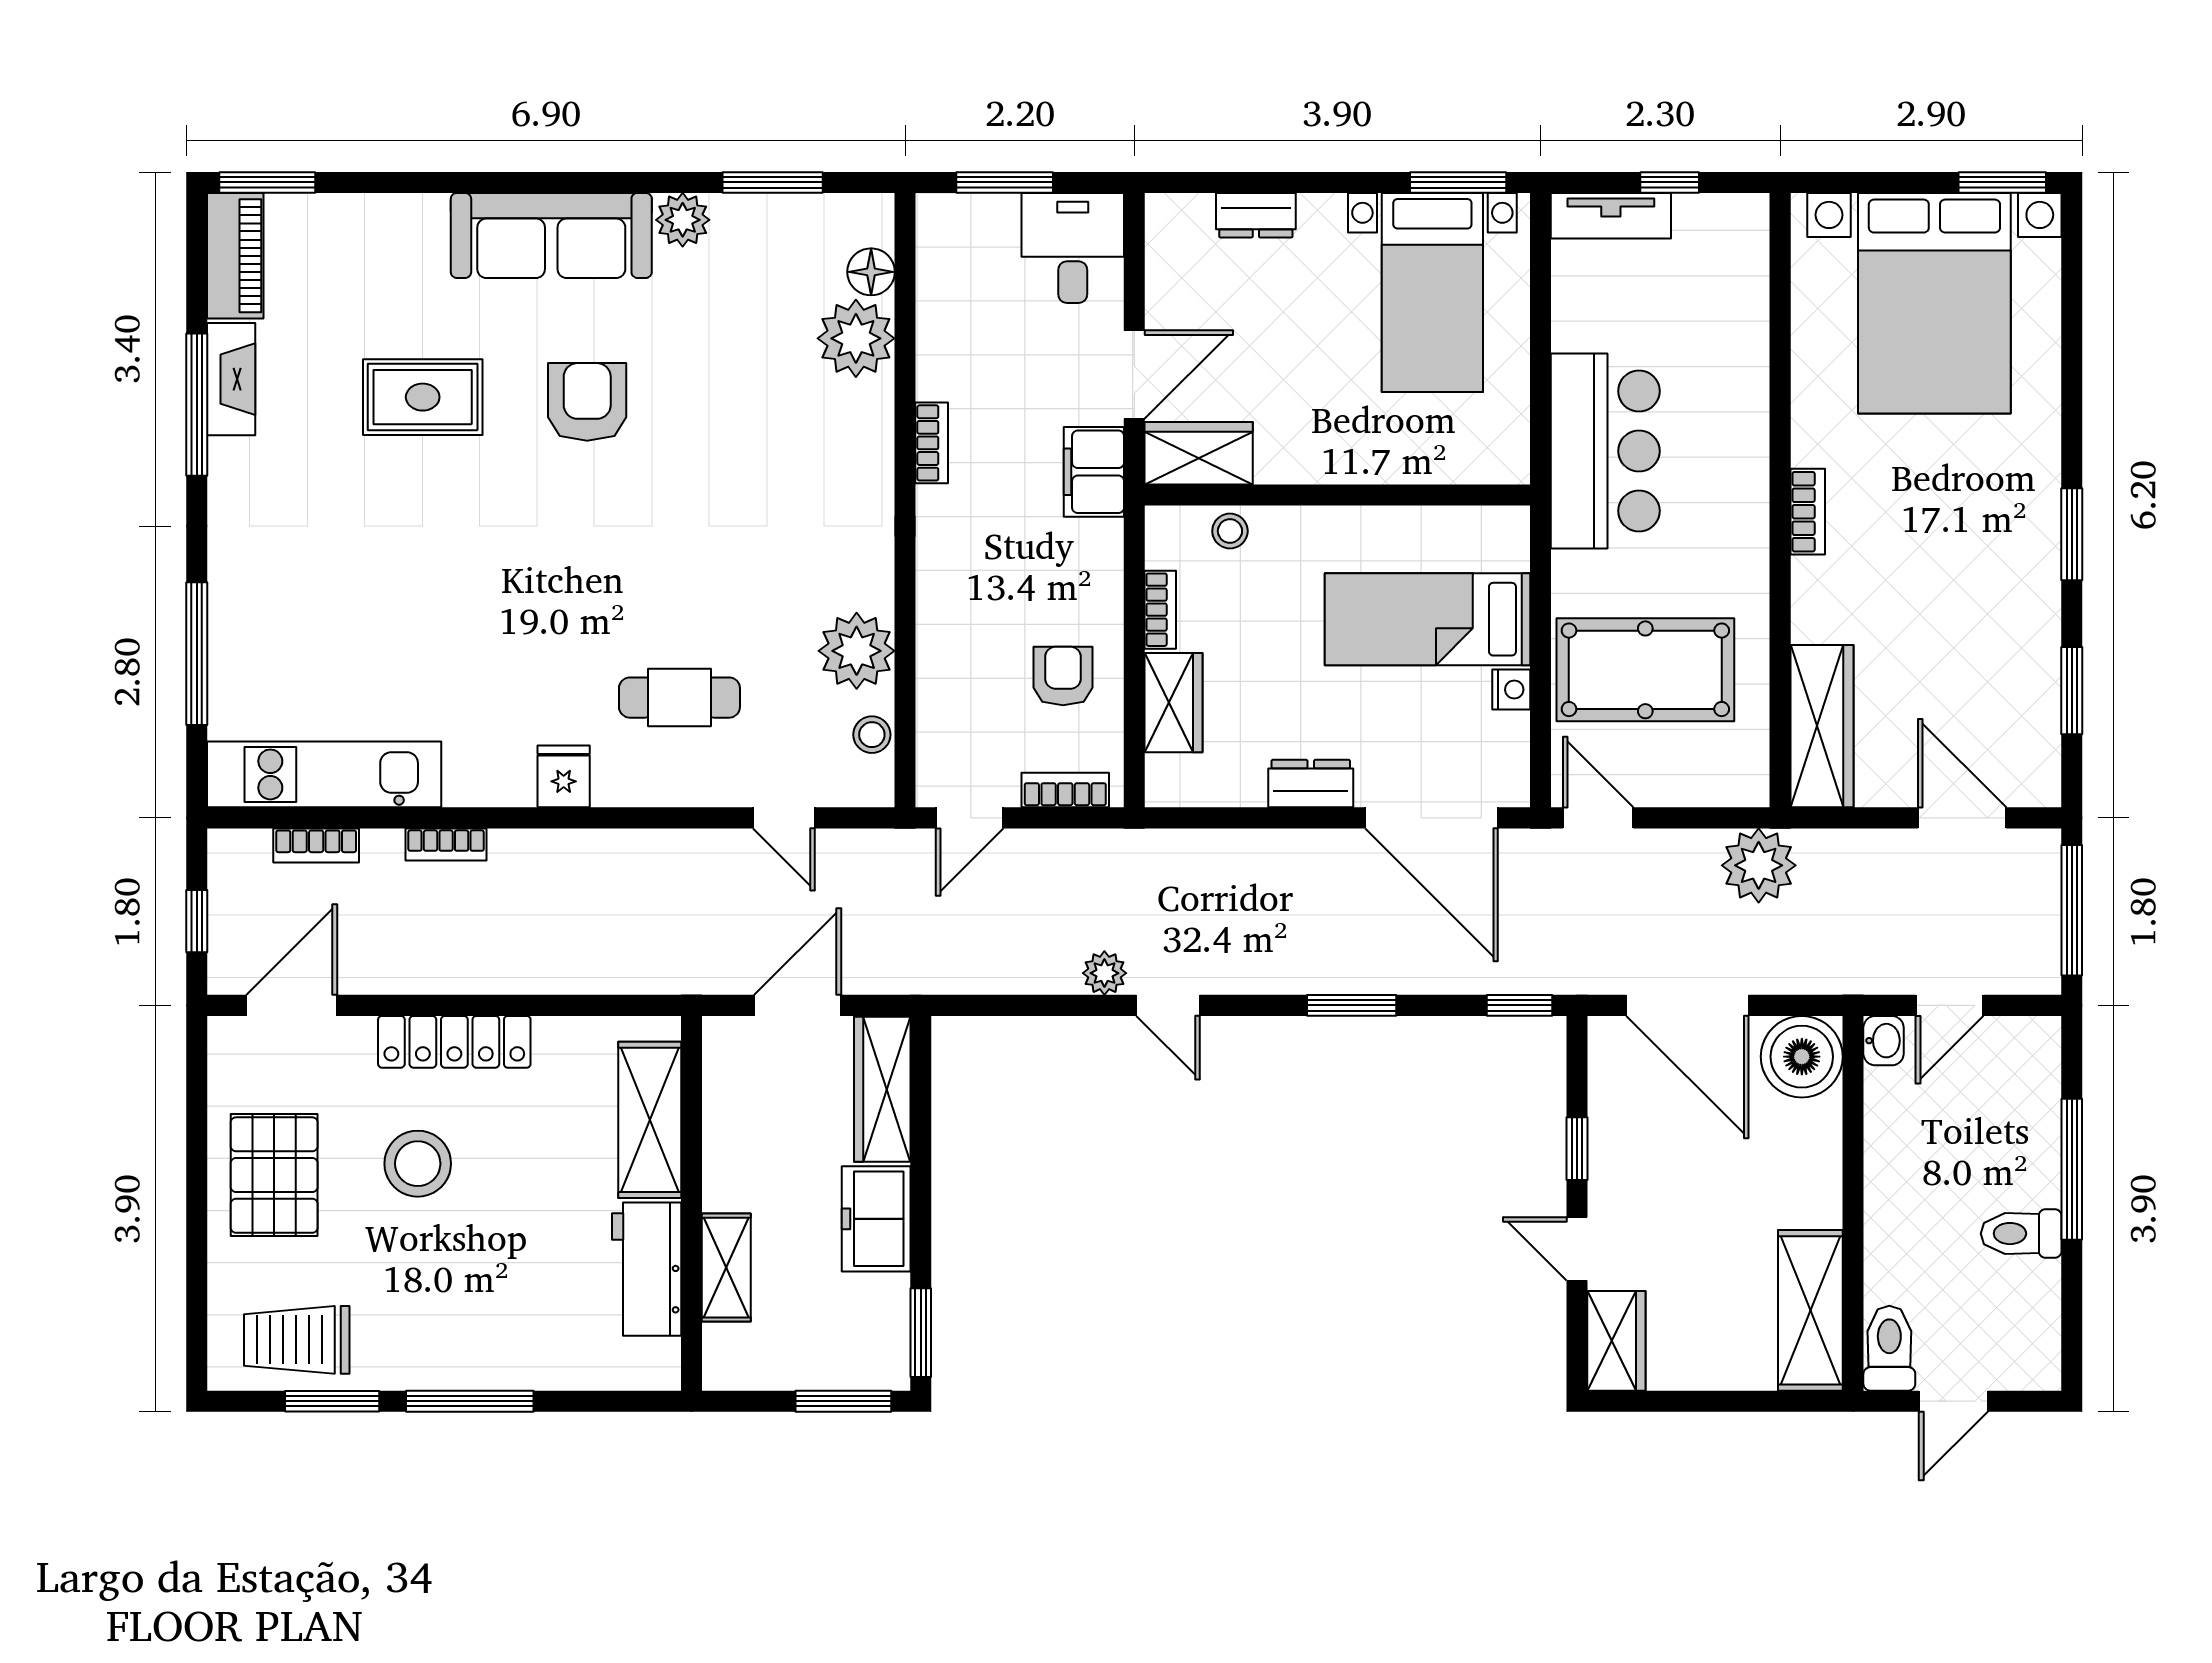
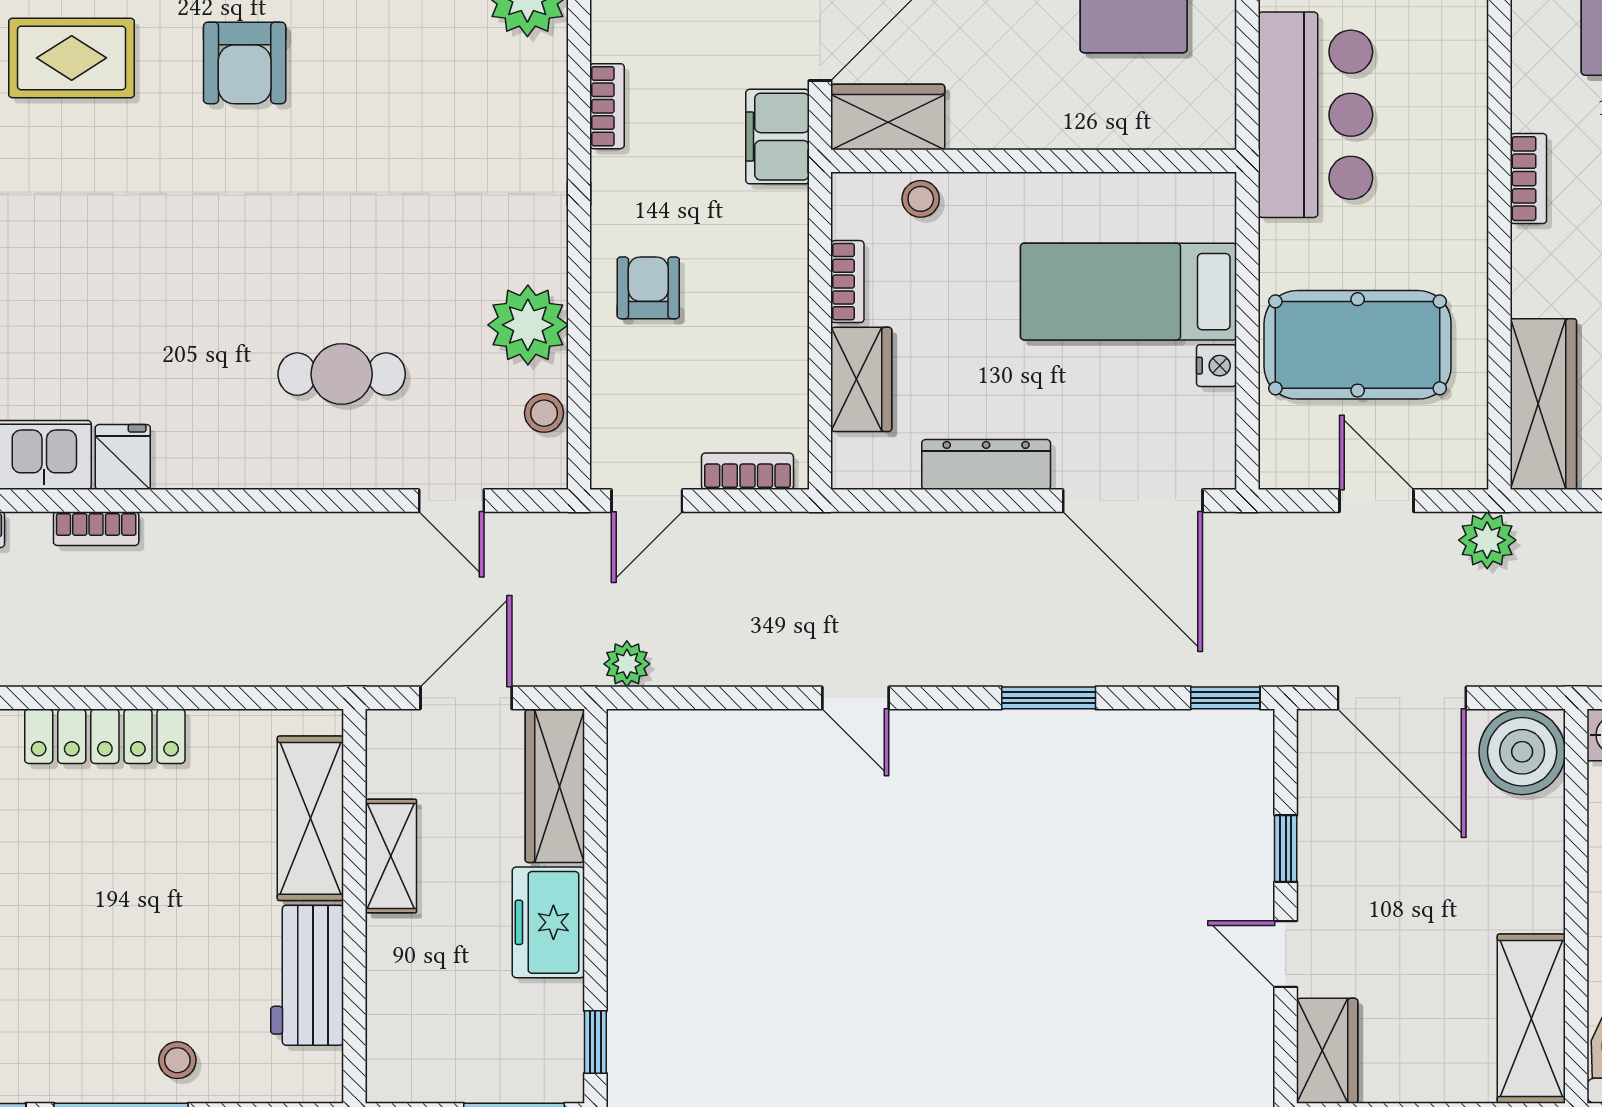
armchair: (587, 402) -> (245, 63), turned 180
armchair: (1063, 676) -> (648, 288), moved
fridge: (564, 776) -> (123, 457), moved
dresser: (1311, 784) -> (986, 465), width x1.44
door: (1598, 818) -> (1377, 501), moved
plant: (1759, 865) -> (1487, 540), width x0.73, depth x0.73
plant: (1104, 973) -> (627, 664), moved
stool: (418, 1164) -> (177, 1060), moved, width x0.53, depth x0.53
shelving: (726, 1268) -> (391, 856), moved
window: (921, 1333) -> (595, 1042), width x0.67

